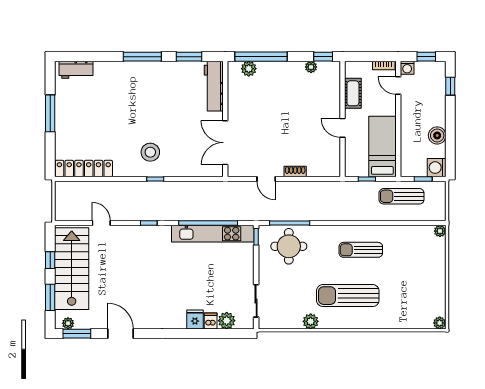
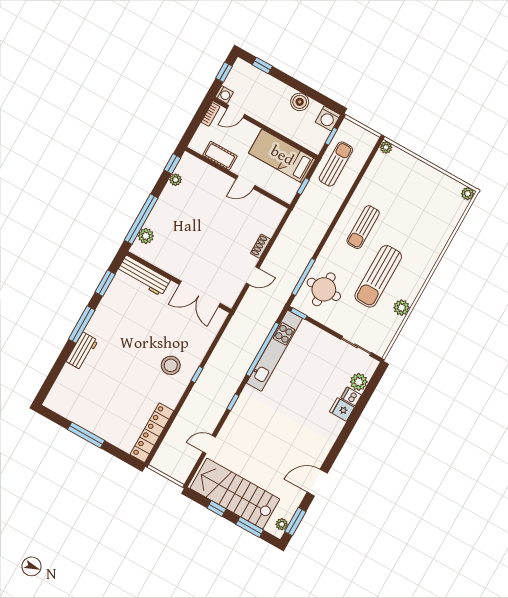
workbench: (76, 70) -> (82, 351), moved
sun lounger: (402, 196) -> (336, 164), turned 180
sun lounger: (348, 296) -> (378, 276), moved

